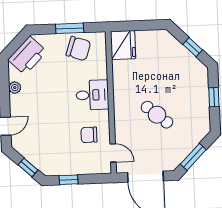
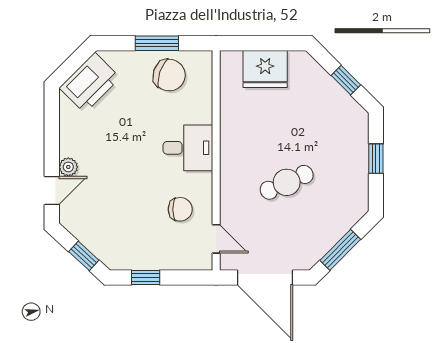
fridge: (123, 45) -> (265, 69), moved, turned 90
plant: (15, 88) -> (68, 167), moved
cafe table: (157, 115) -> (287, 182), turned -64
chair: (89, 135) -> (180, 209), turned 180

